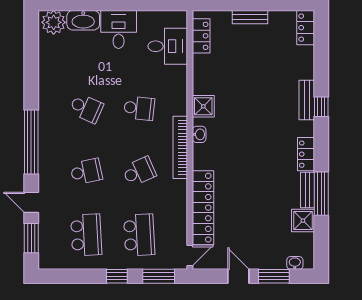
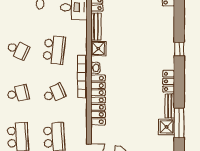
bench: (307, 100) -> (96, 27), moved
school desk: (139, 108) -> (54, 50), width x1.85
window: (321, 194) -> (179, 123), moved
locker: (203, 208) -> (98, 100), moved

